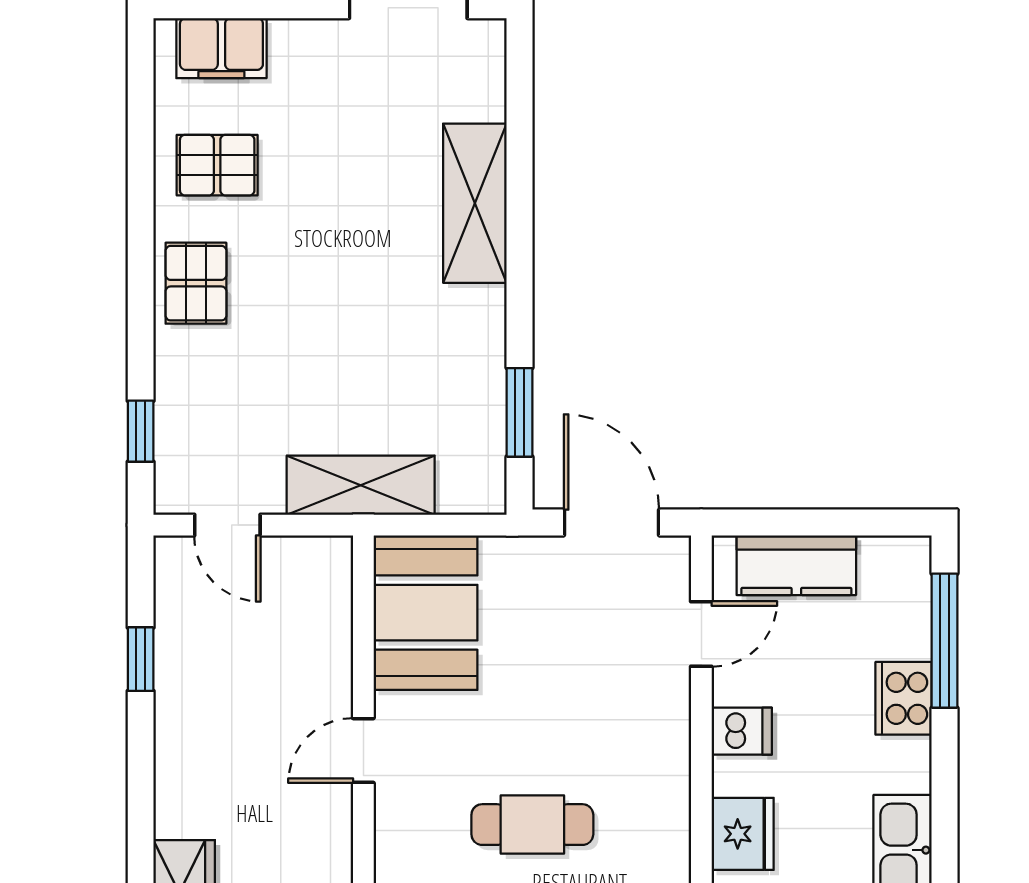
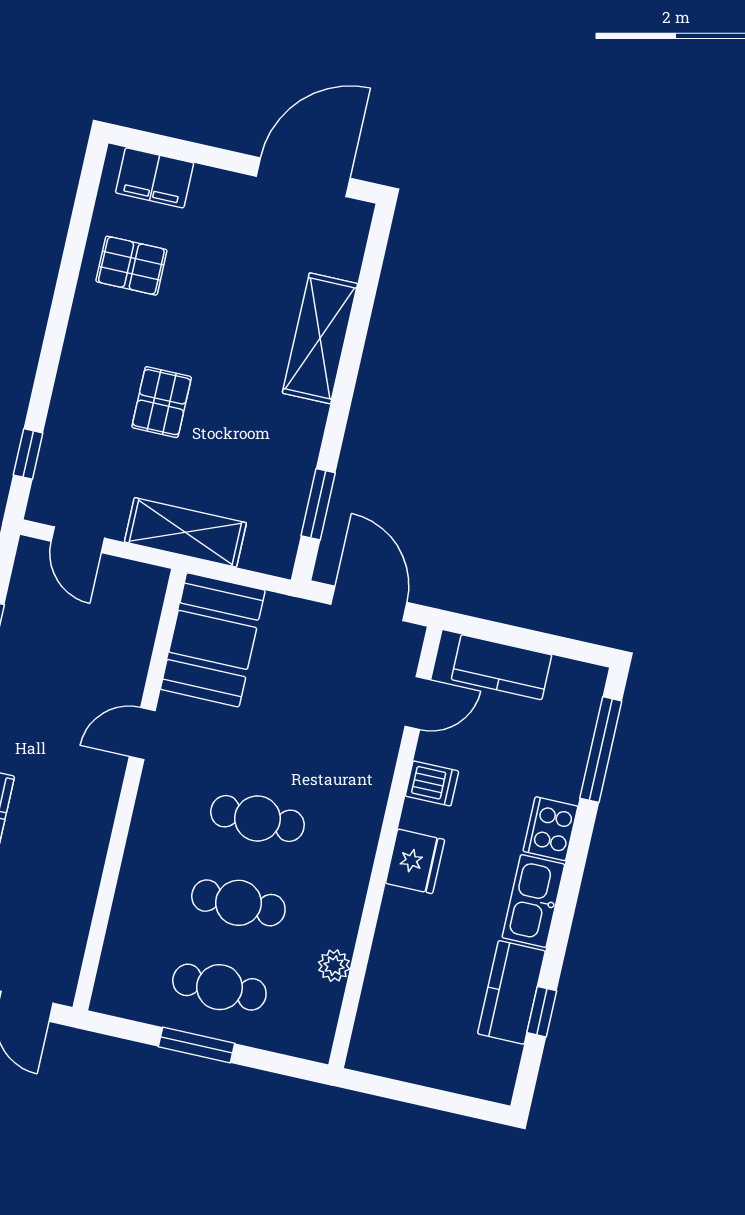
pallet: (196, 283) -> (162, 402), moved
cooker: (904, 698) -> (550, 829), moved

